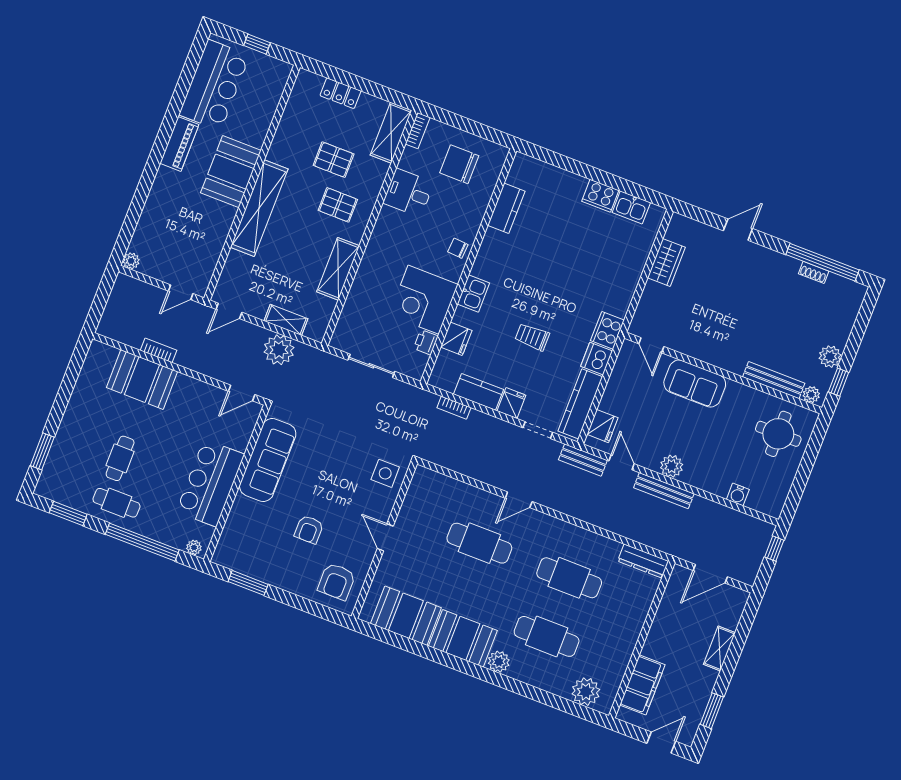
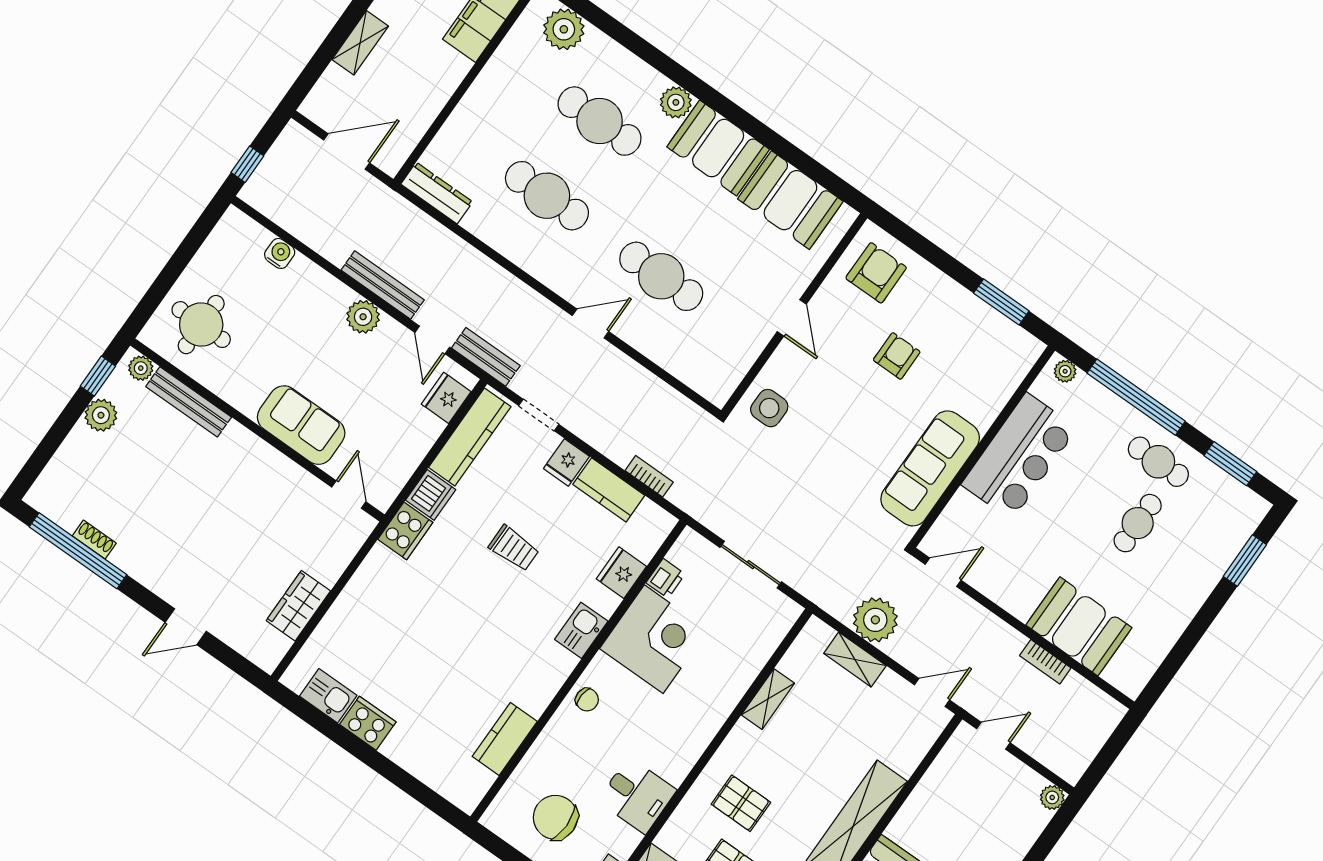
chair: (459, 164) -> (555, 817), turned 180
shelving: (338, 269) -> (768, 699), width x0.67, depth x0.75

